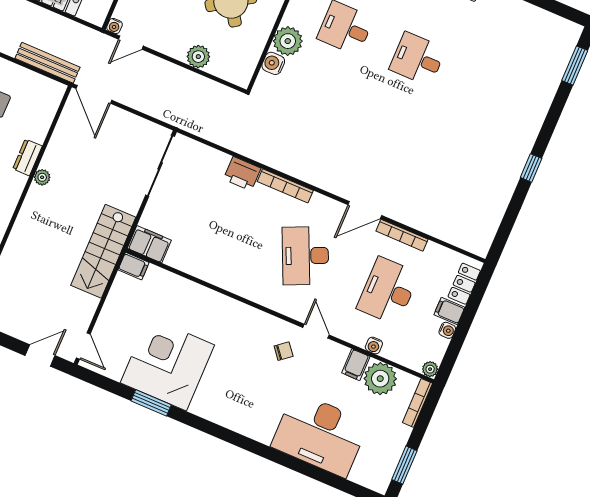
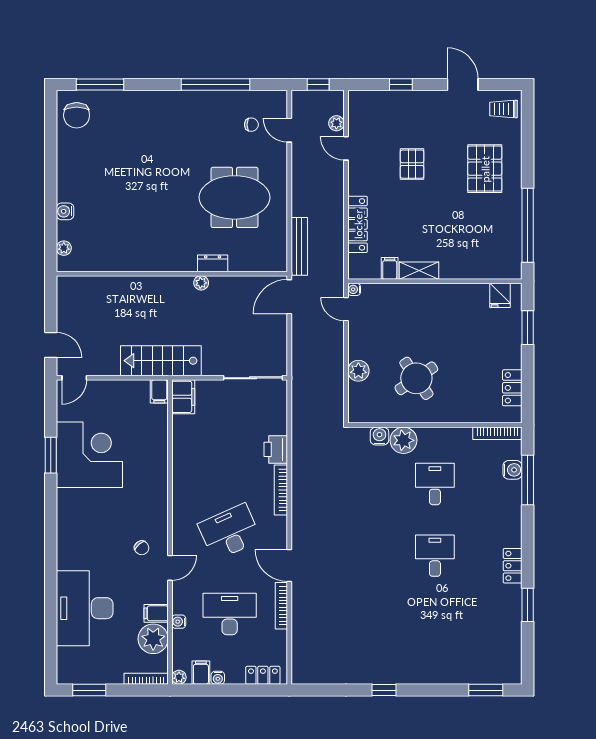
filing cabinet: (449, 311) -> (201, 673), moved

